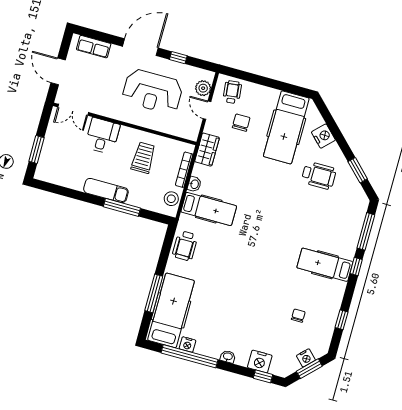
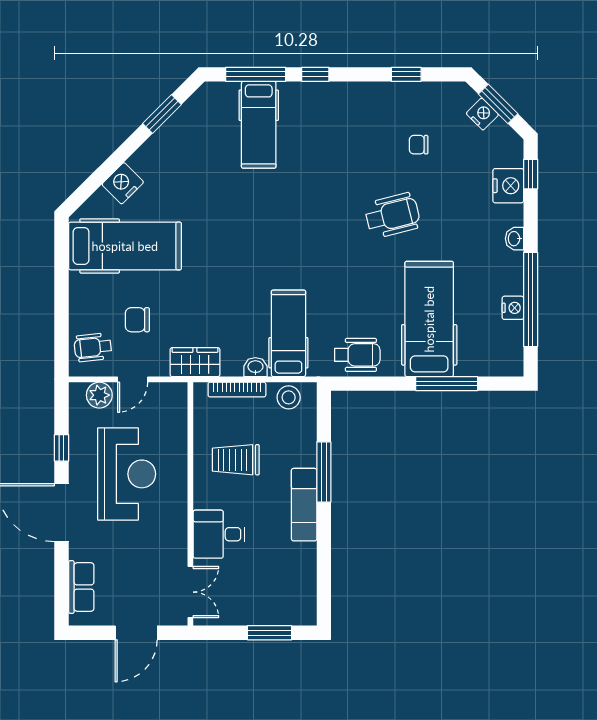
wheelchair: (319, 175) -> (393, 215), moved, turned 76
hospital bed: (325, 265) -> (259, 125), moved
hospital bed: (171, 310) -> (429, 319), moved, turned 90

